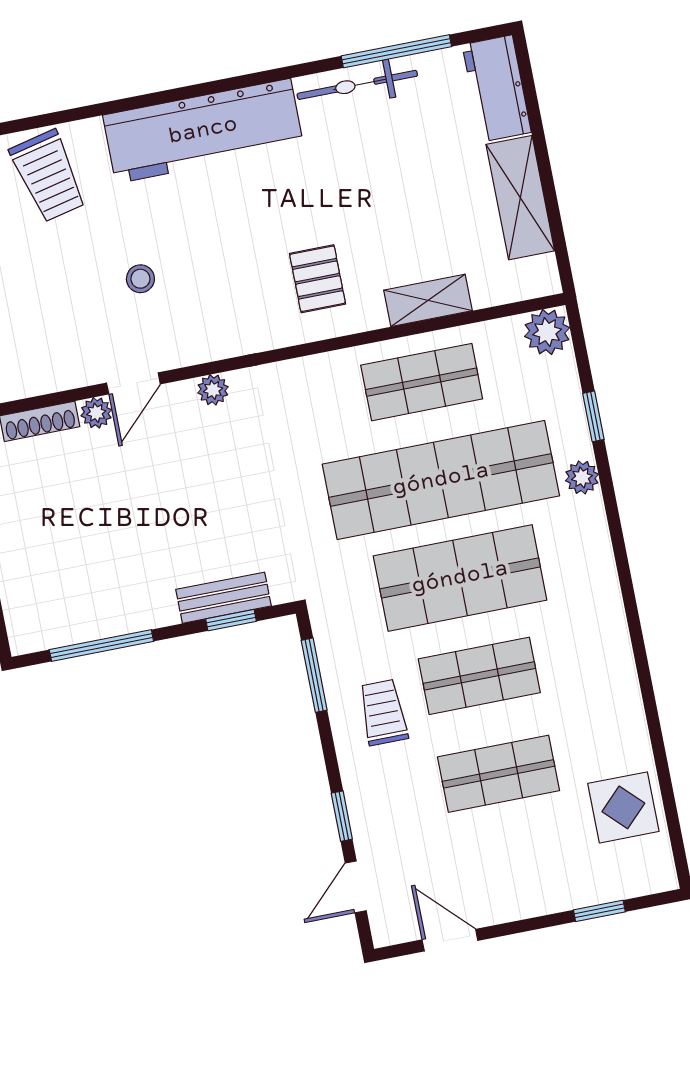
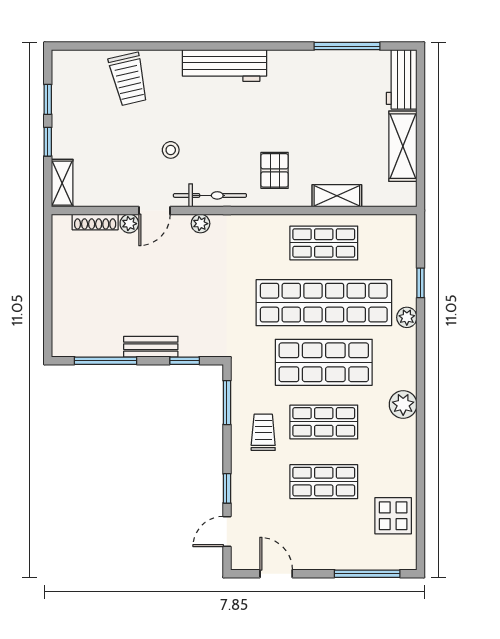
bicycle: (357, 85) -> (210, 195), moved, turned 180
workbench: (203, 131) -> (224, 65), width x0.73, depth x0.76
plant: (547, 332) -> (403, 404), moved
bench: (224, 598) -> (151, 347), moved
window: (599, 911) -> (367, 574), width x2.17

